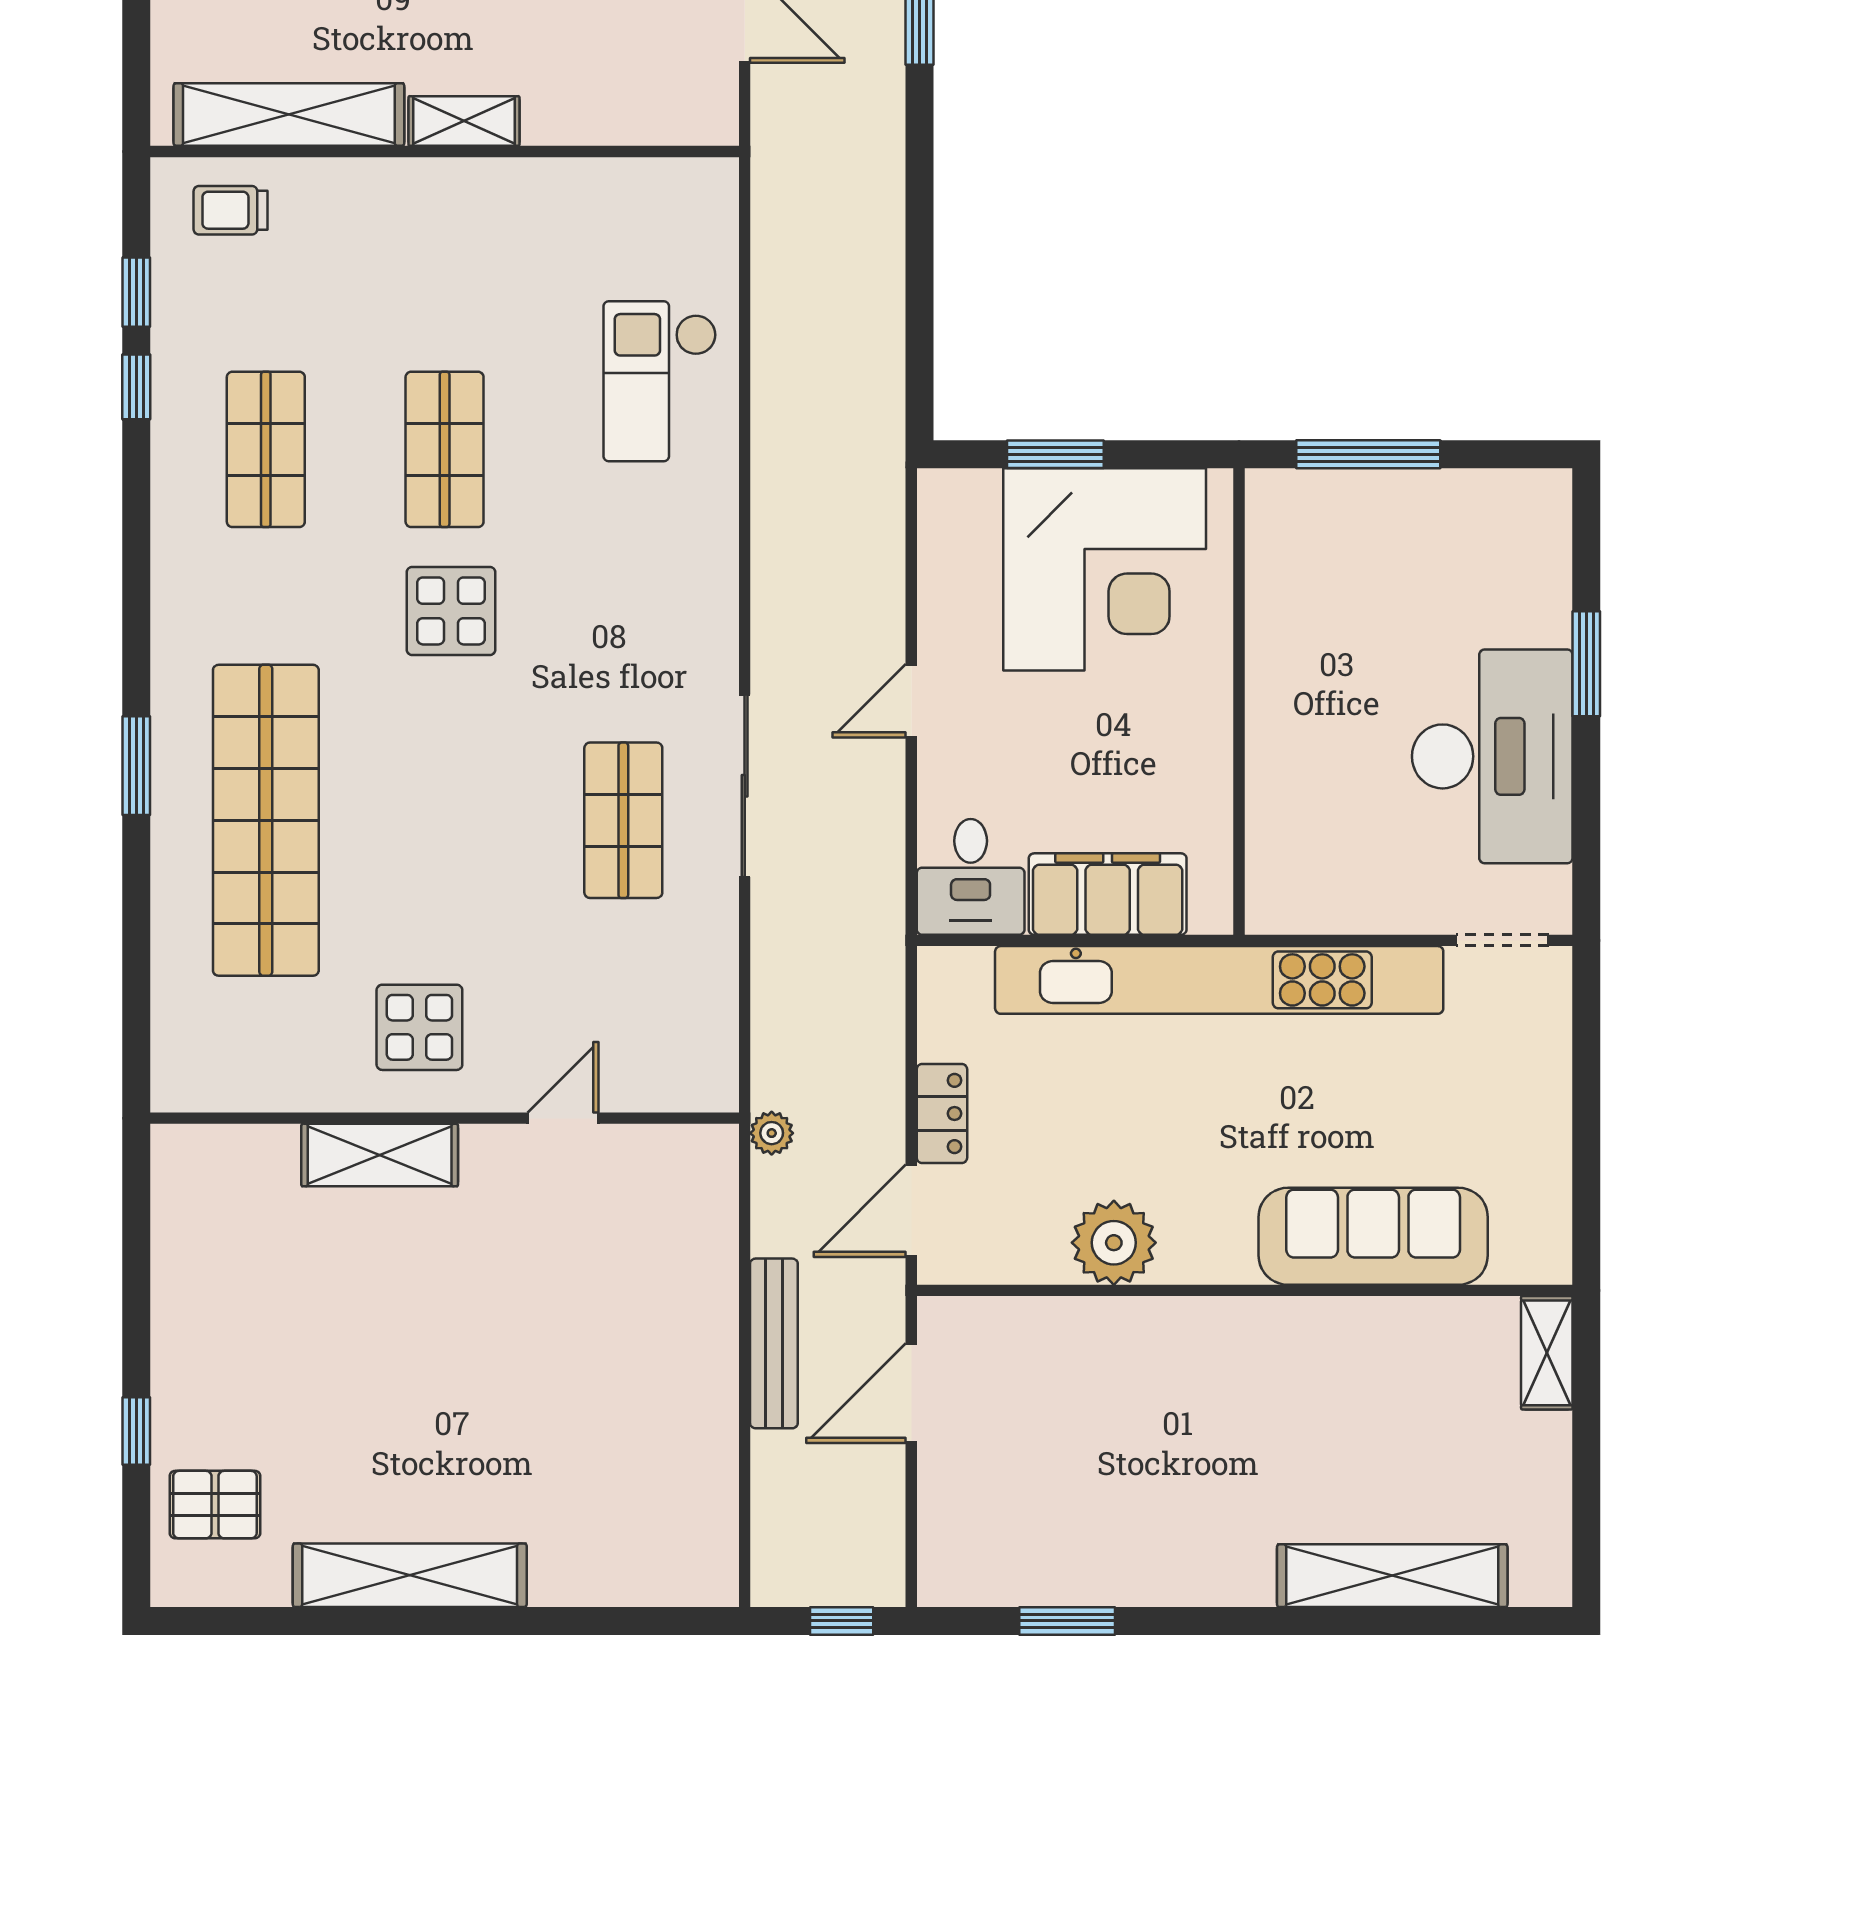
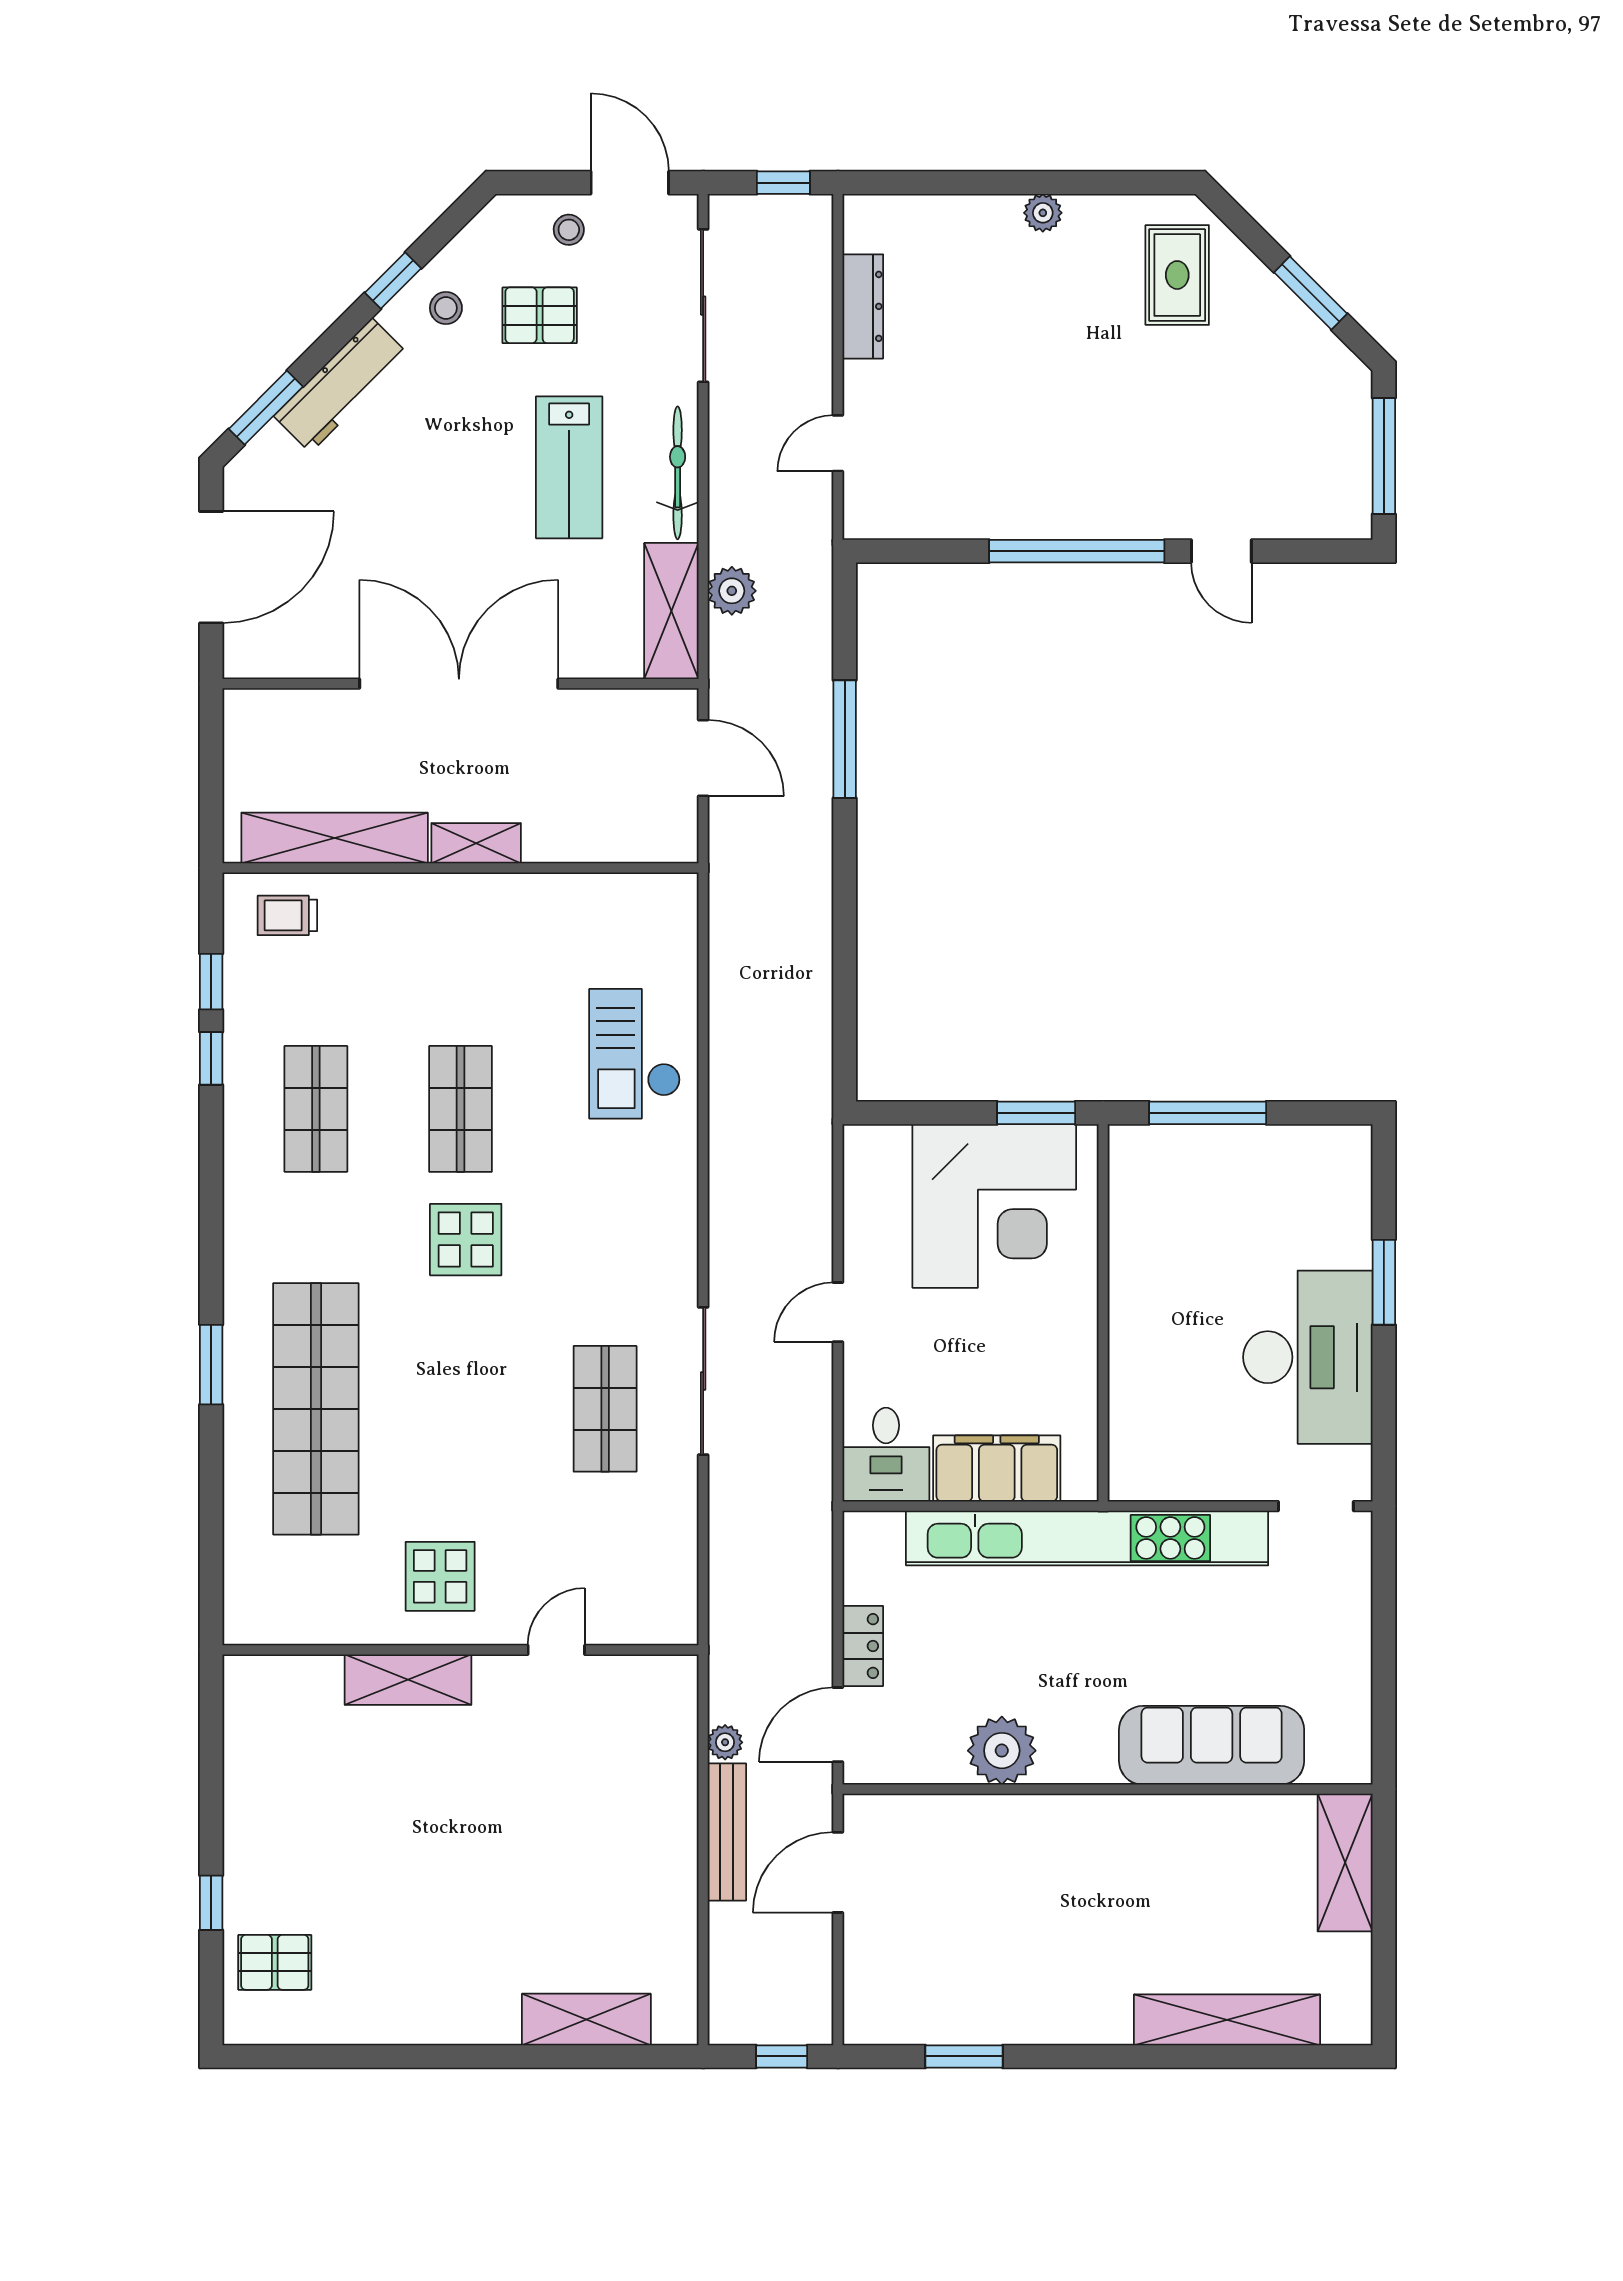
window: (1055, 454) -> (1036, 1113), moved
plant: (772, 1133) -> (725, 1742), moved
shelving: (1547, 1353) -> (1345, 1863), width x1.50, depth x1.33
shelving: (410, 1575) -> (586, 2019), moved, width x0.68

